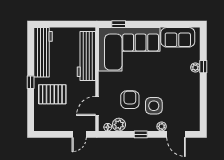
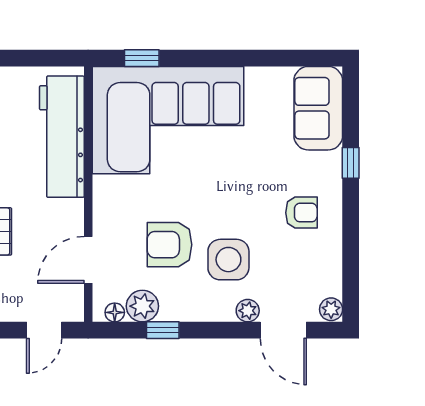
sofa: (178, 37) -> (318, 108), moved, turned 90
plant: (195, 67) -> (331, 309), moved
armchair: (183, 87) -> (301, 213), added
armchair: (130, 100) -> (170, 245), turned -90
window: (141, 134) -> (163, 330), moved

